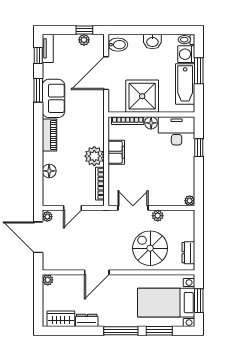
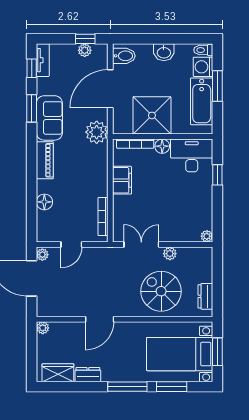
plant: (94, 156) -> (97, 132), moved

